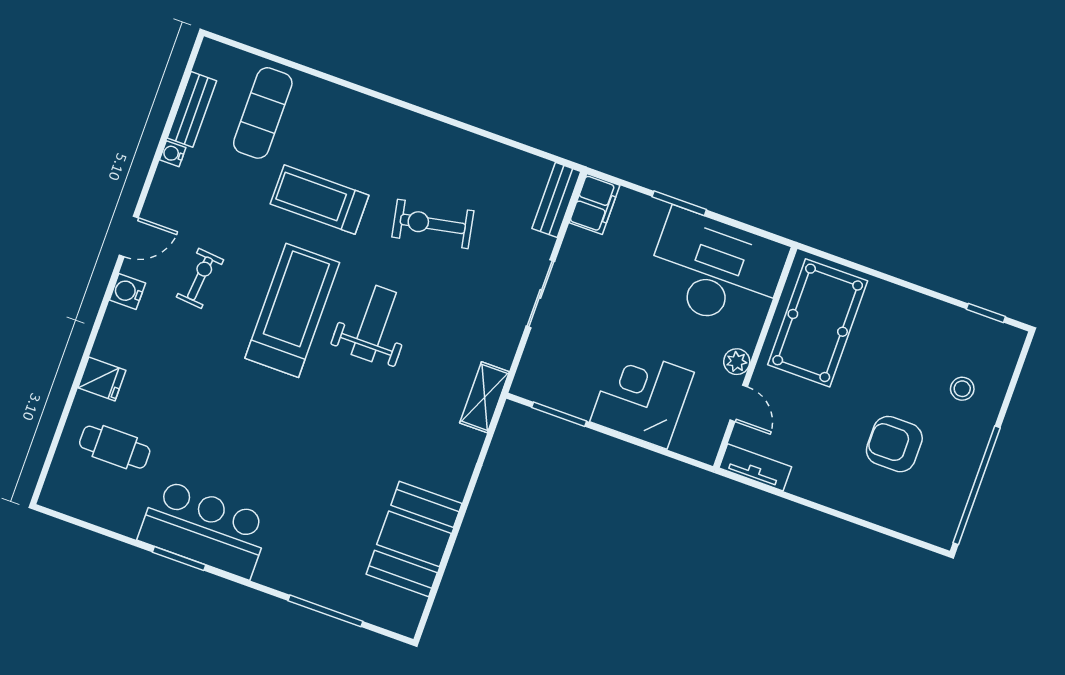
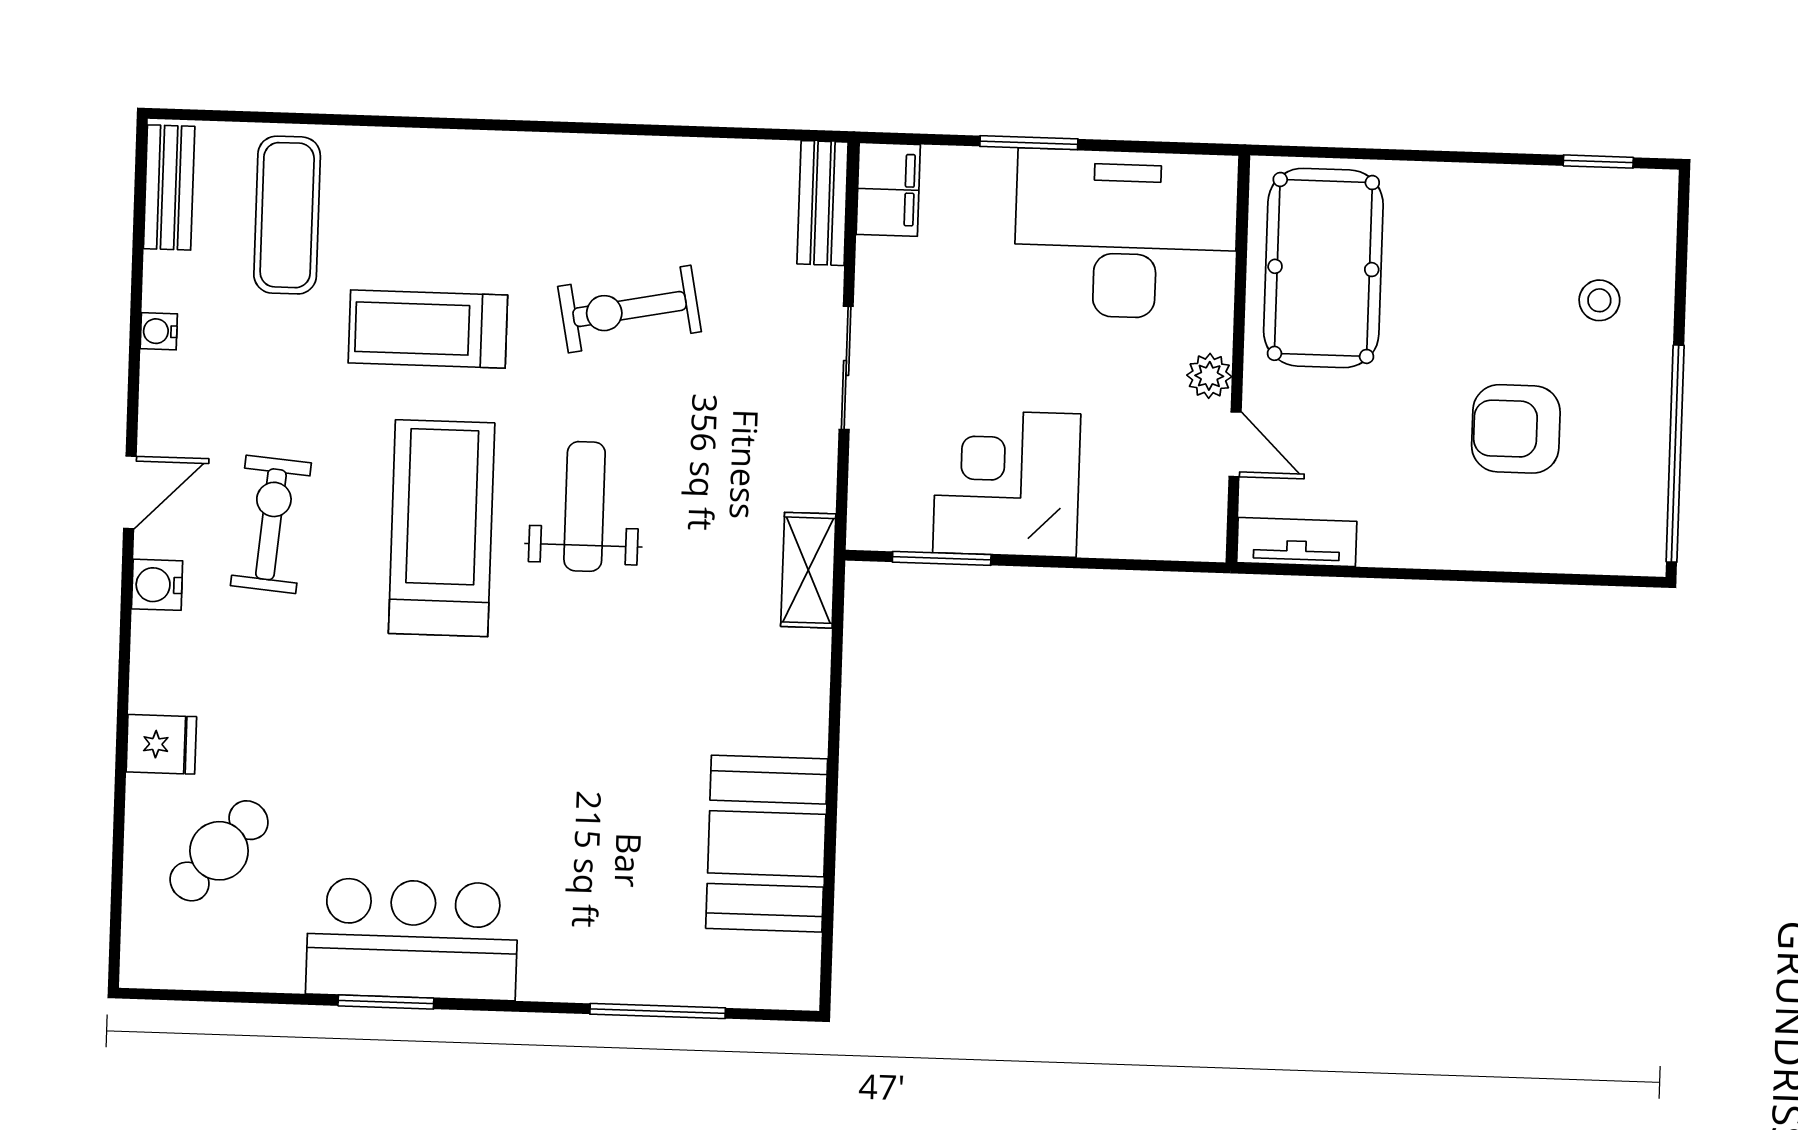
bench: (192, 109) -> (169, 187), moved
exercise bike: (200, 278) -> (271, 524), width x1.38, depth x1.39
corner desk: (642, 397) -> (1007, 483), moved
cafe table: (115, 447) -> (219, 851), turned -48

